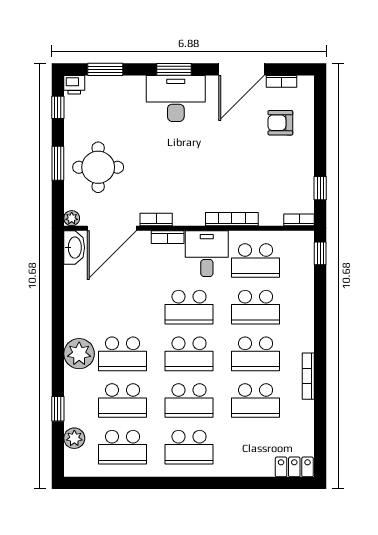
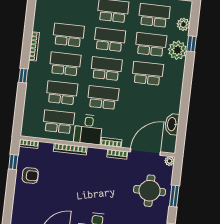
armchair: (280, 123) -> (30, 176), moved
washbasin: (74, 248) -> (172, 124), moved
window: (320, 253) -> (23, 76), moved
plant: (79, 354) -> (177, 50), moved

